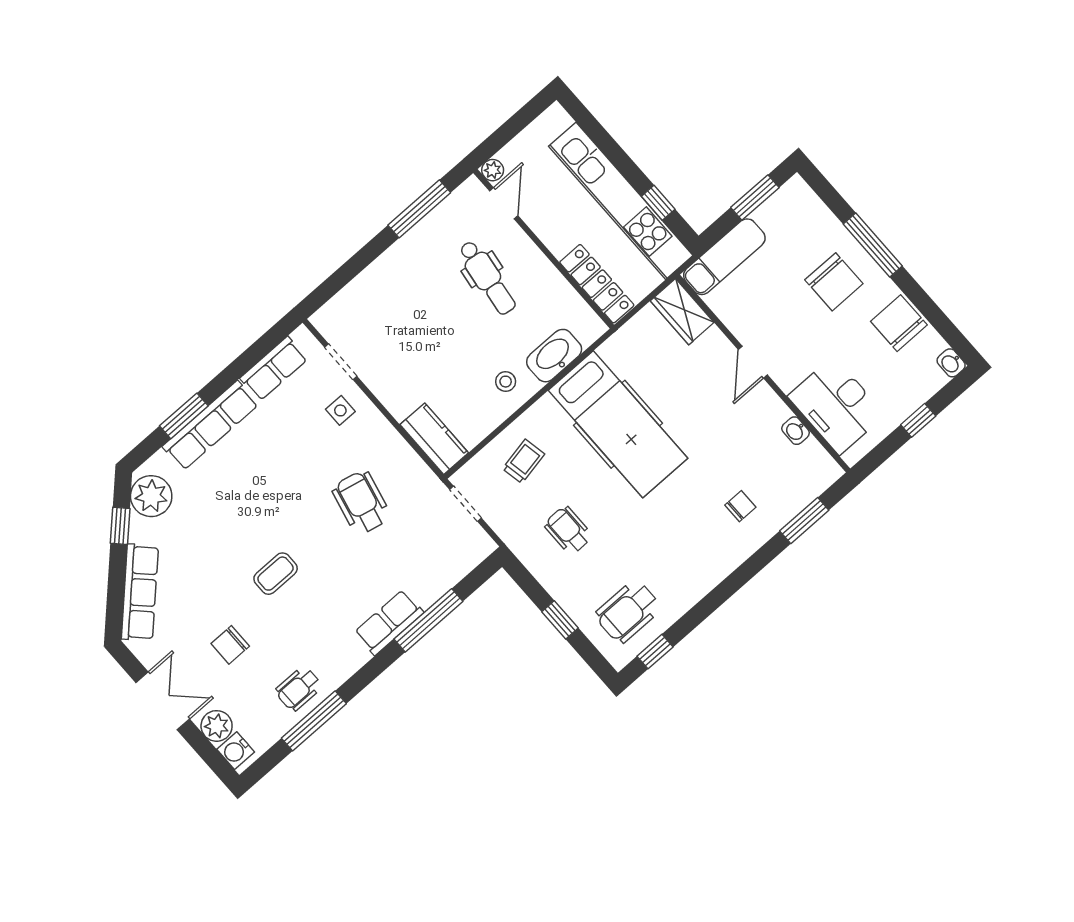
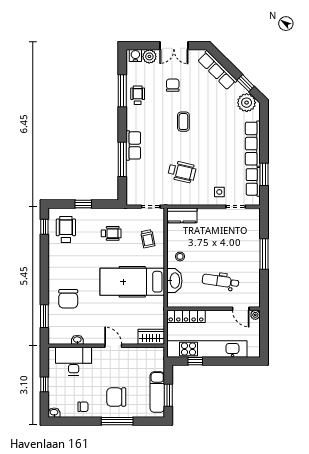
window: (419, 209) -> (264, 254), moved
exam couch: (724, 257) -> (157, 392), moved
chair: (899, 323) -> (83, 407), width x0.54, depth x0.54
window: (184, 416) -> (264, 174), moved
chair: (740, 506) -> (68, 299), width x1.87, depth x1.87

